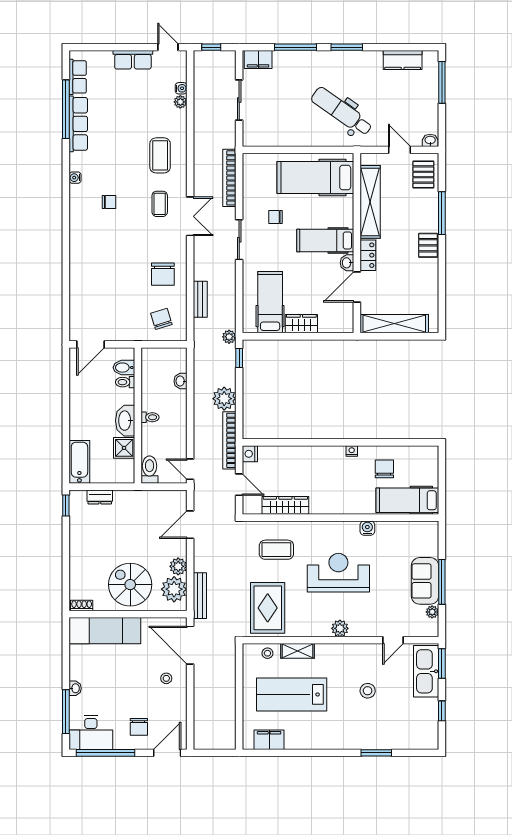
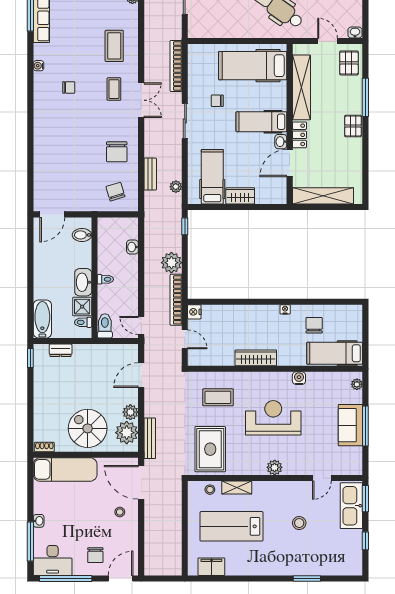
plant: (229, 337) -> (176, 187), moved
toilet: (125, 382) -> (83, 322), moved
wardrobe: (285, 505) -> (256, 358), moved
plant: (432, 612) -> (357, 384), moved

